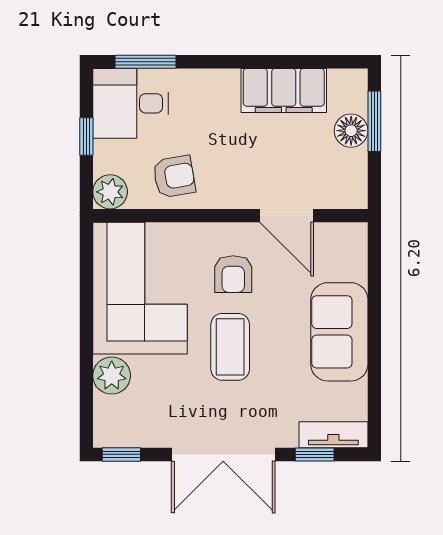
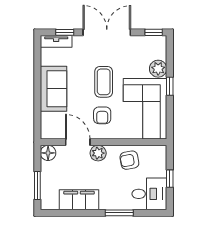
window: (146, 62) -> (119, 213), moved
floor lamp: (351, 131) -> (48, 153), moved
plant: (110, 192) -> (98, 153), moved
armchair: (233, 274) -> (102, 115), turned 180
window: (86, 337) -> (170, 86), added

